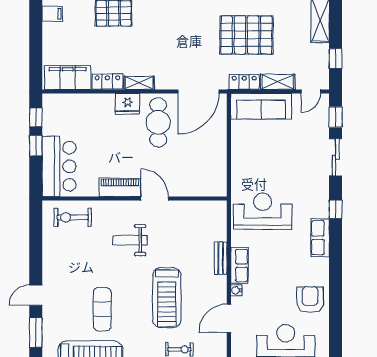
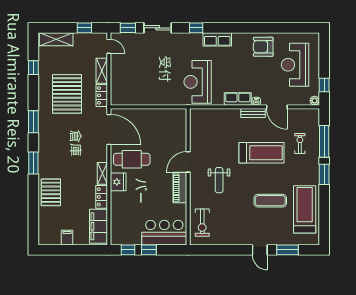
filing cabinet: (52, 14) -> (67, 238), moved
sofa: (261, 106) -> (120, 83), removed
bench: (221, 258) -> (253, 113), moved

